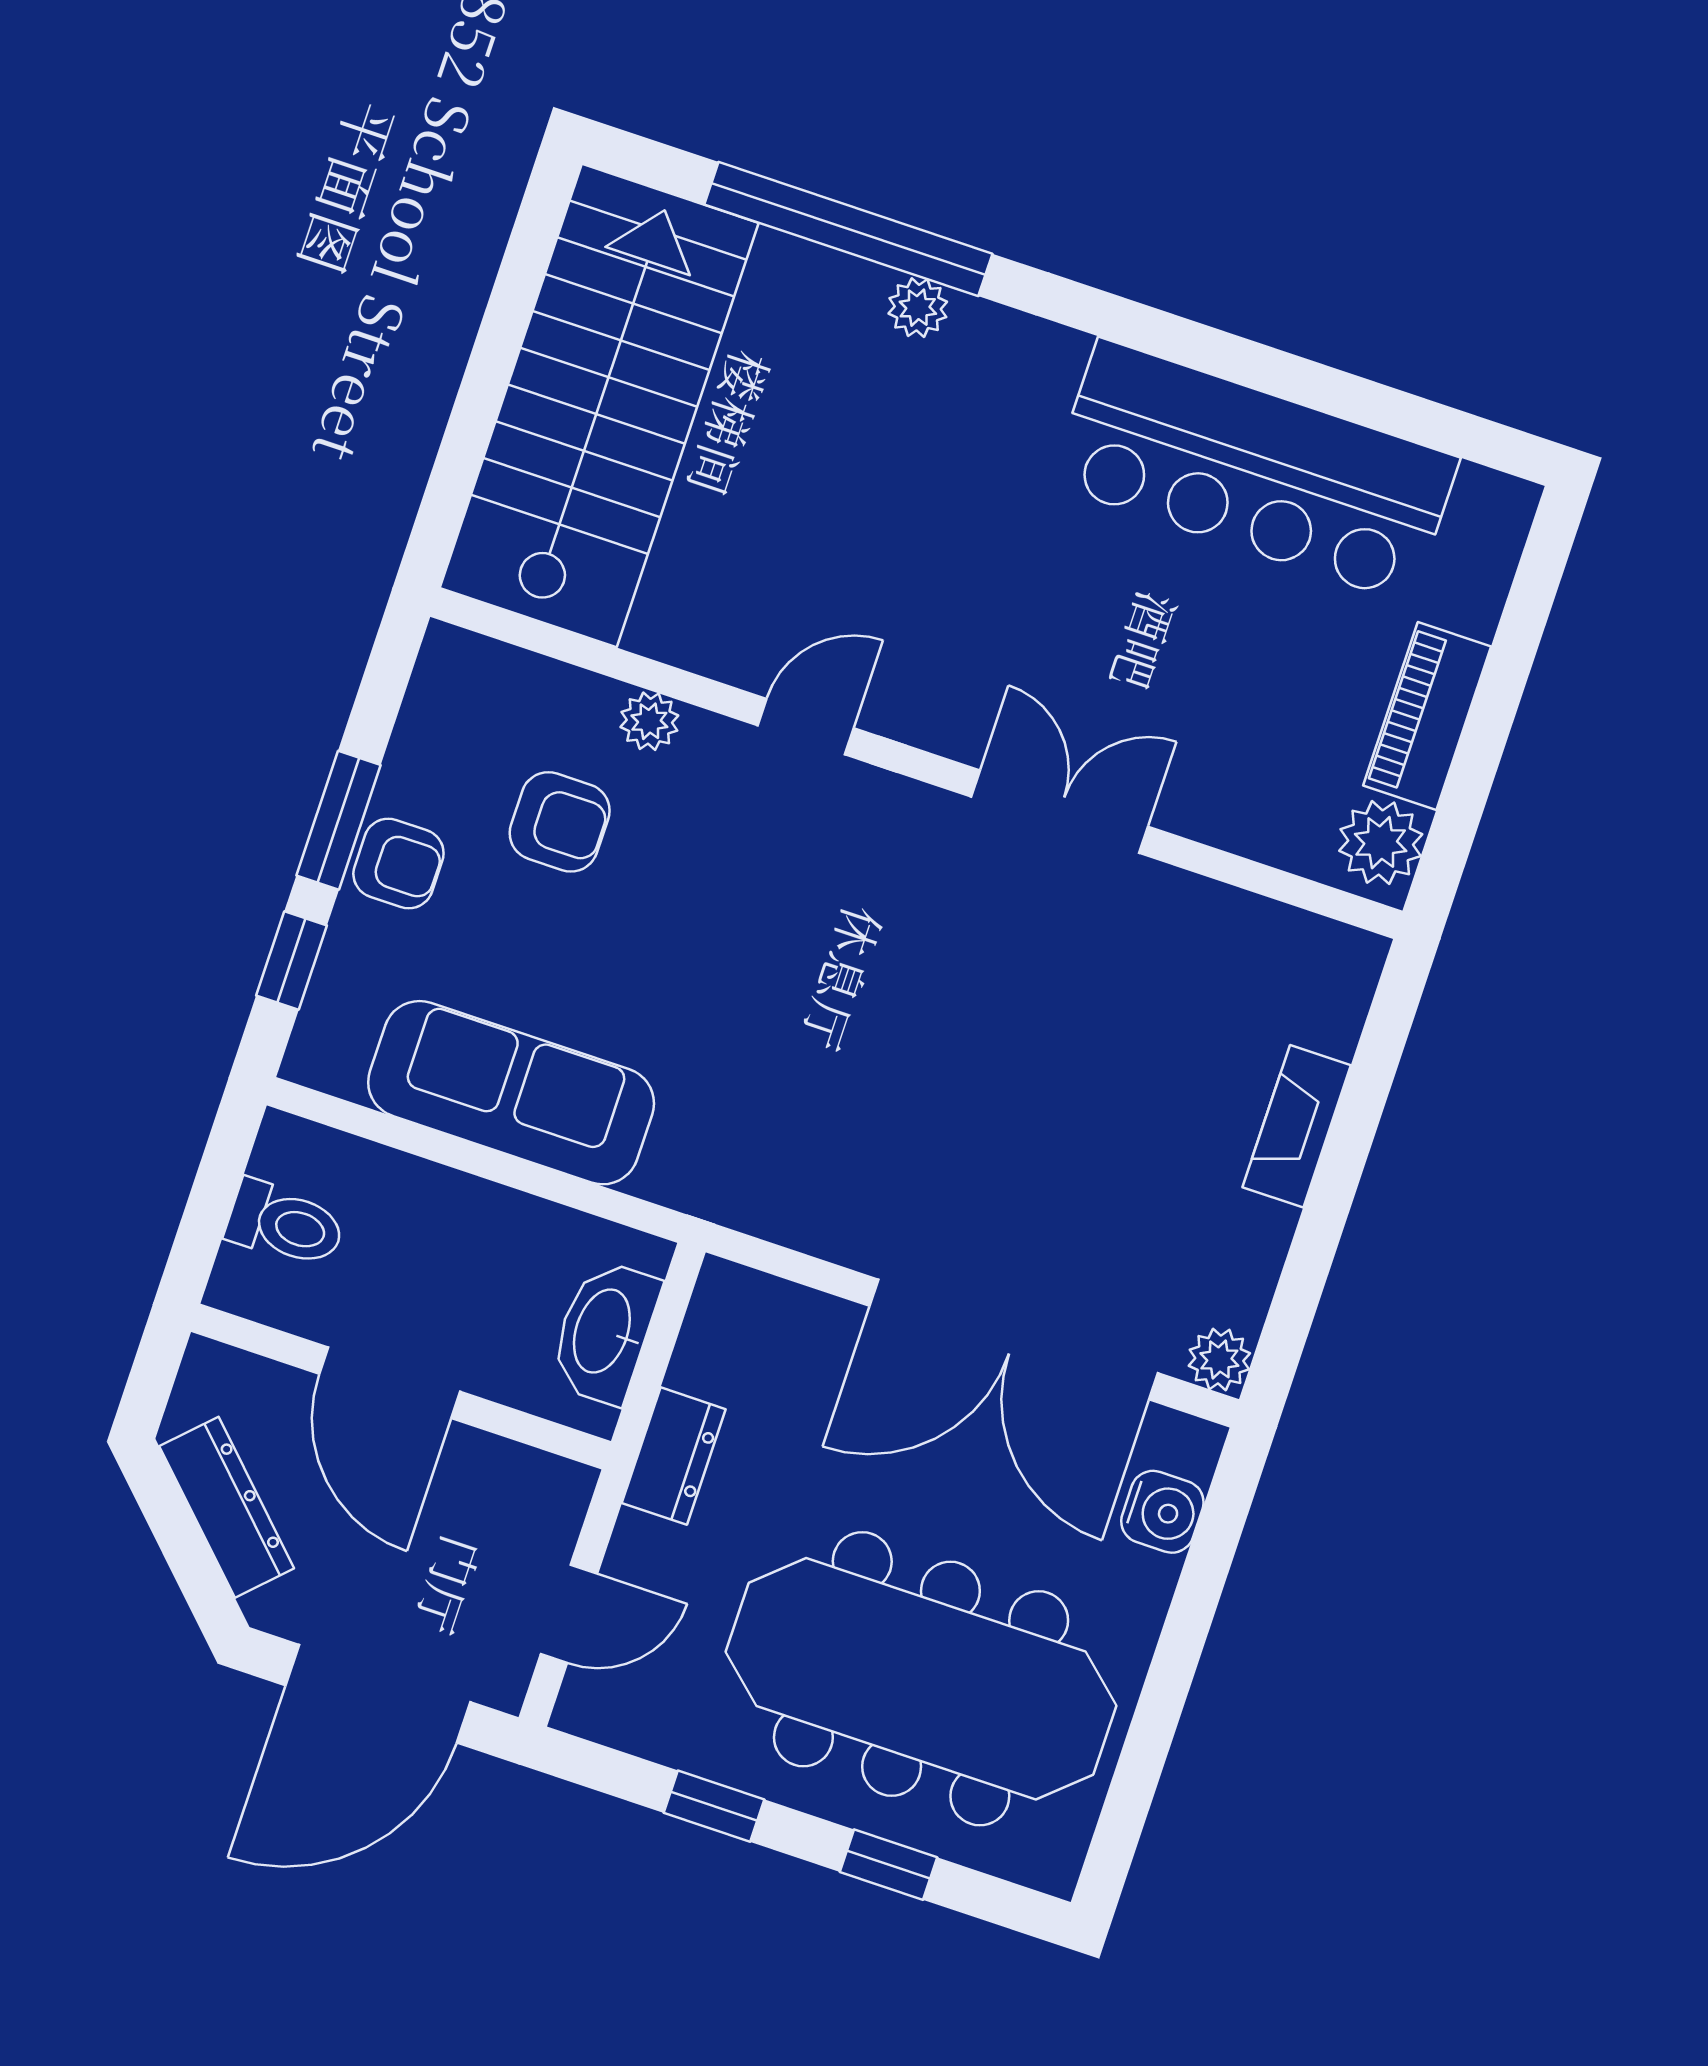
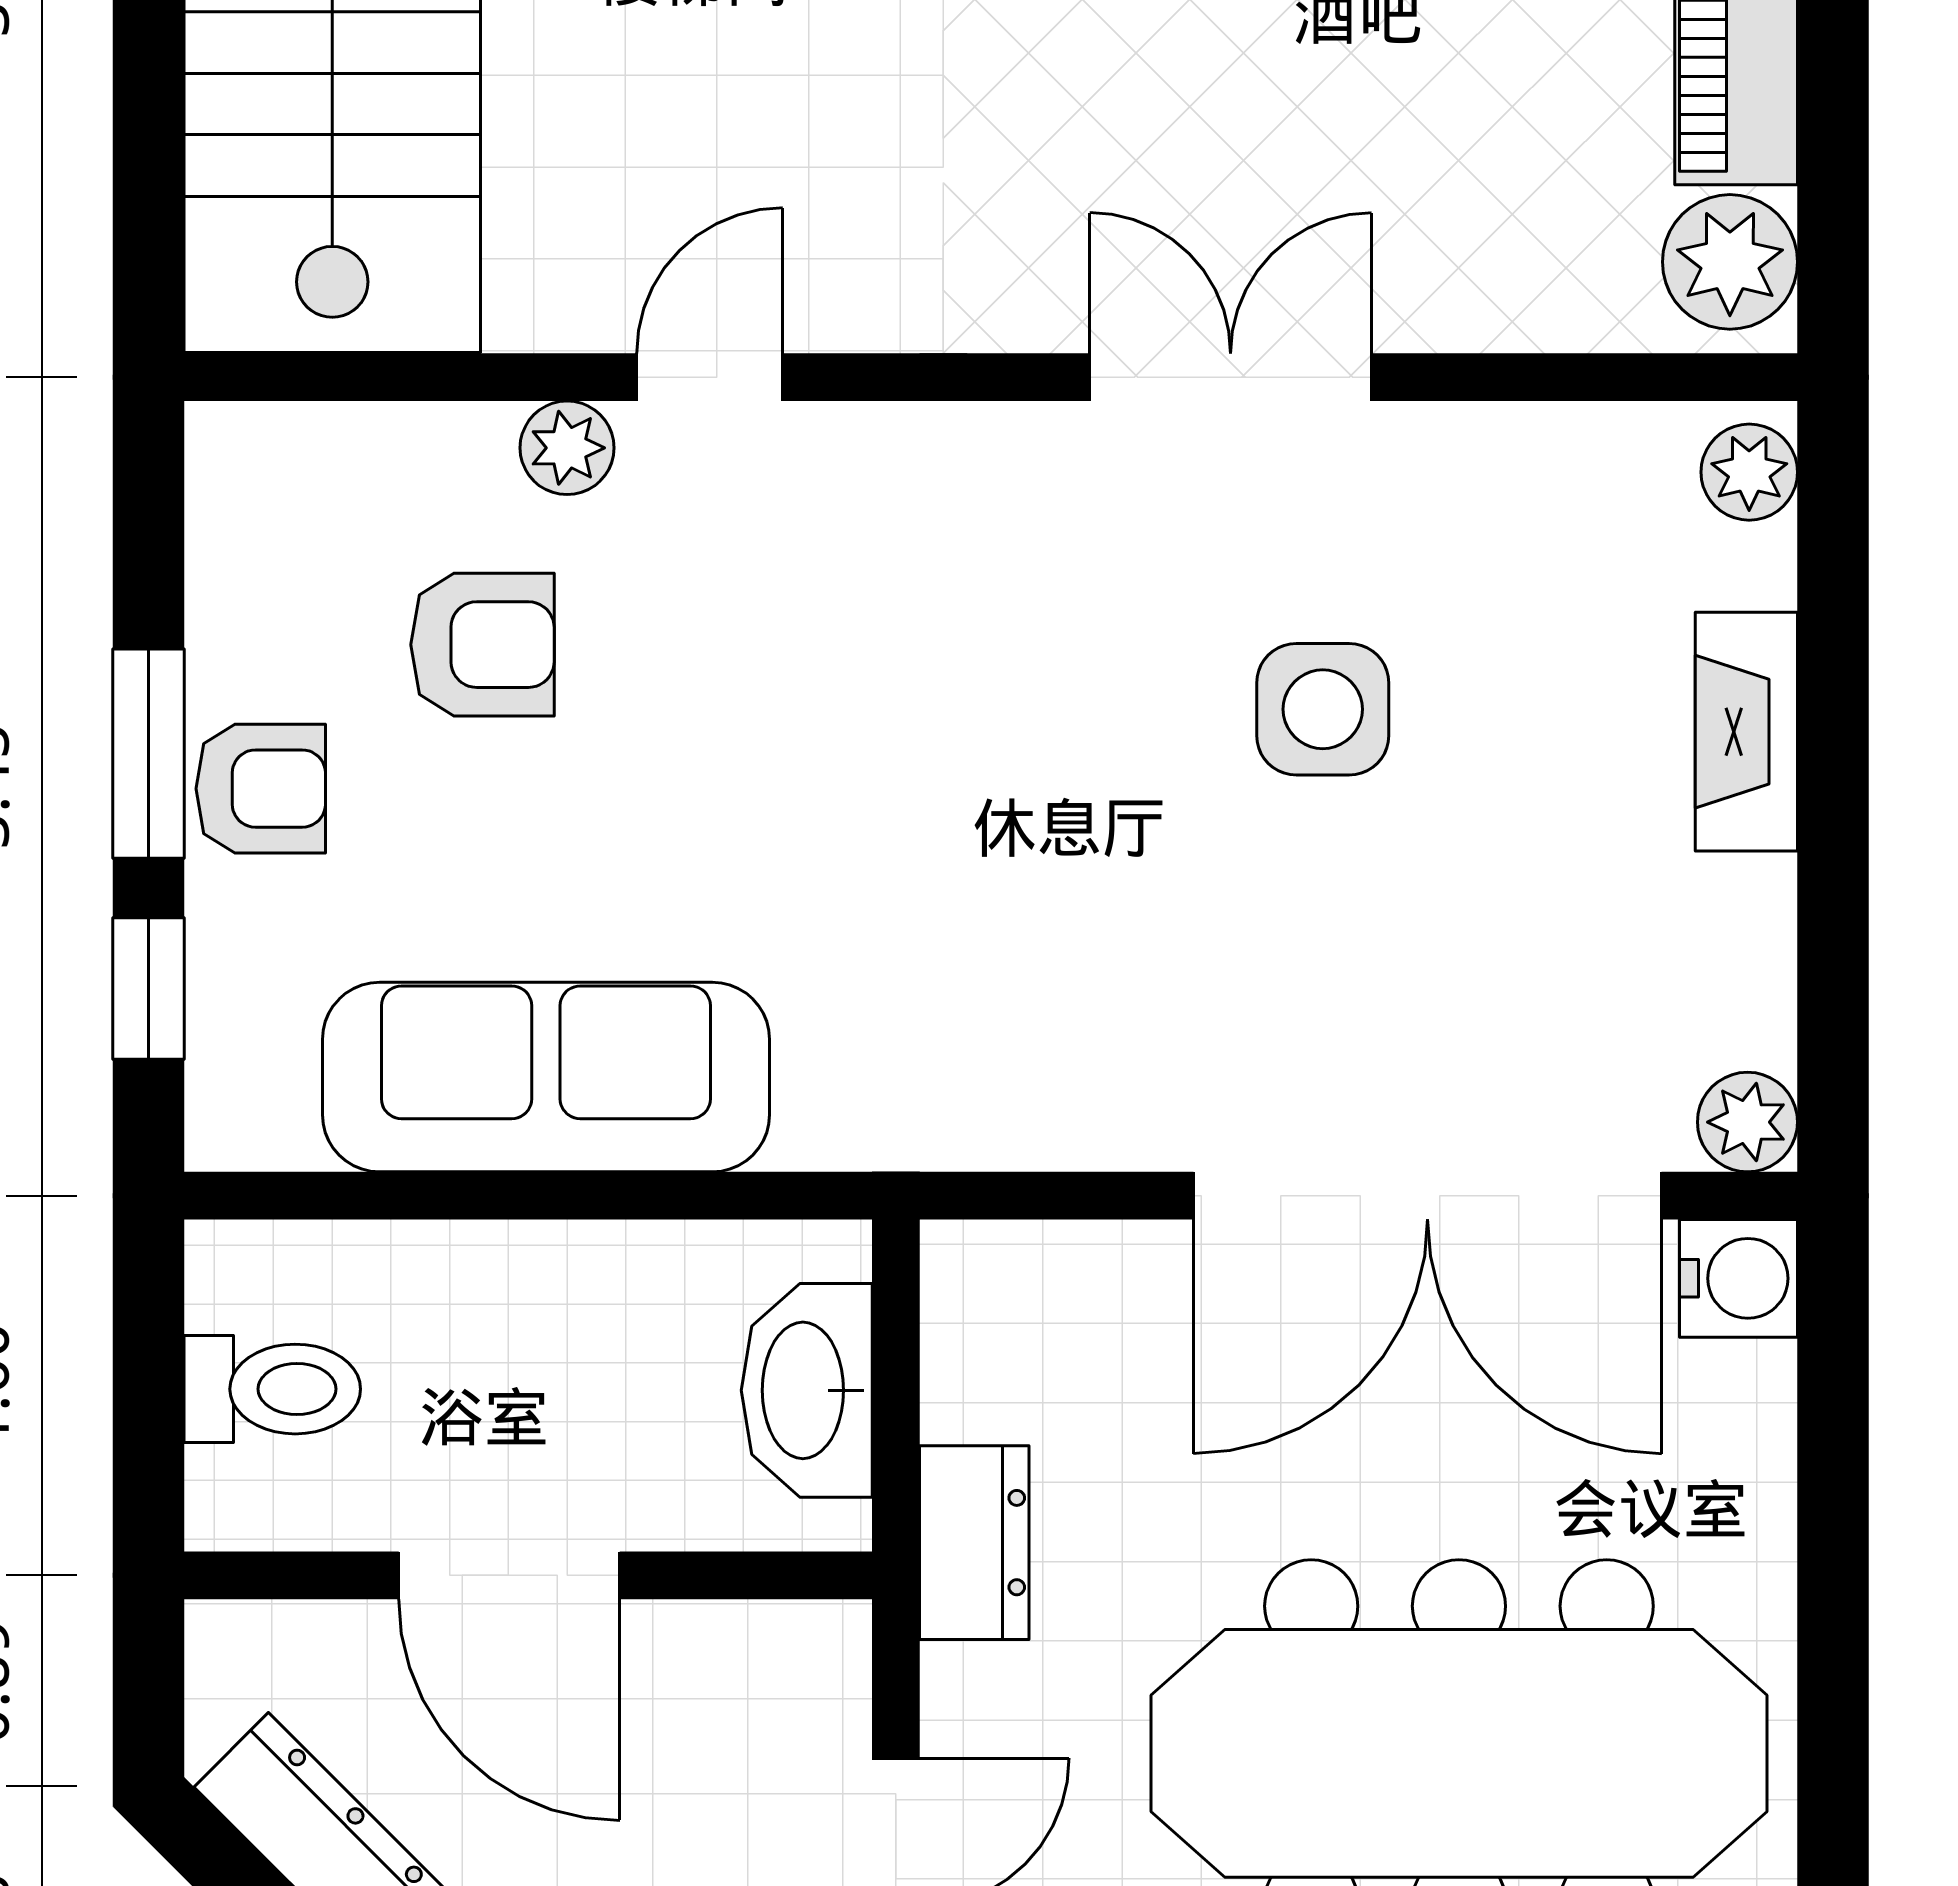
door: (806, 727) -> (710, 377), moved
plant: (1350, 972) -> (1749, 472), added
side table: (1048, 1028) -> (1323, 709), added
water cooler: (1162, 1512) -> (1738, 1278), moved

